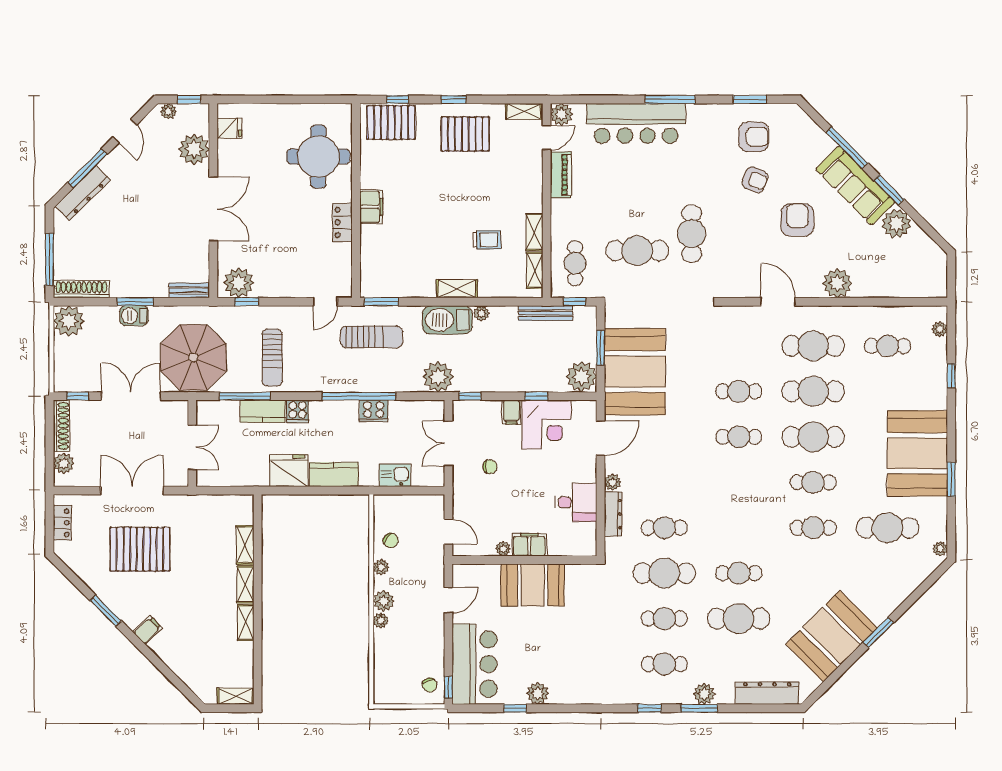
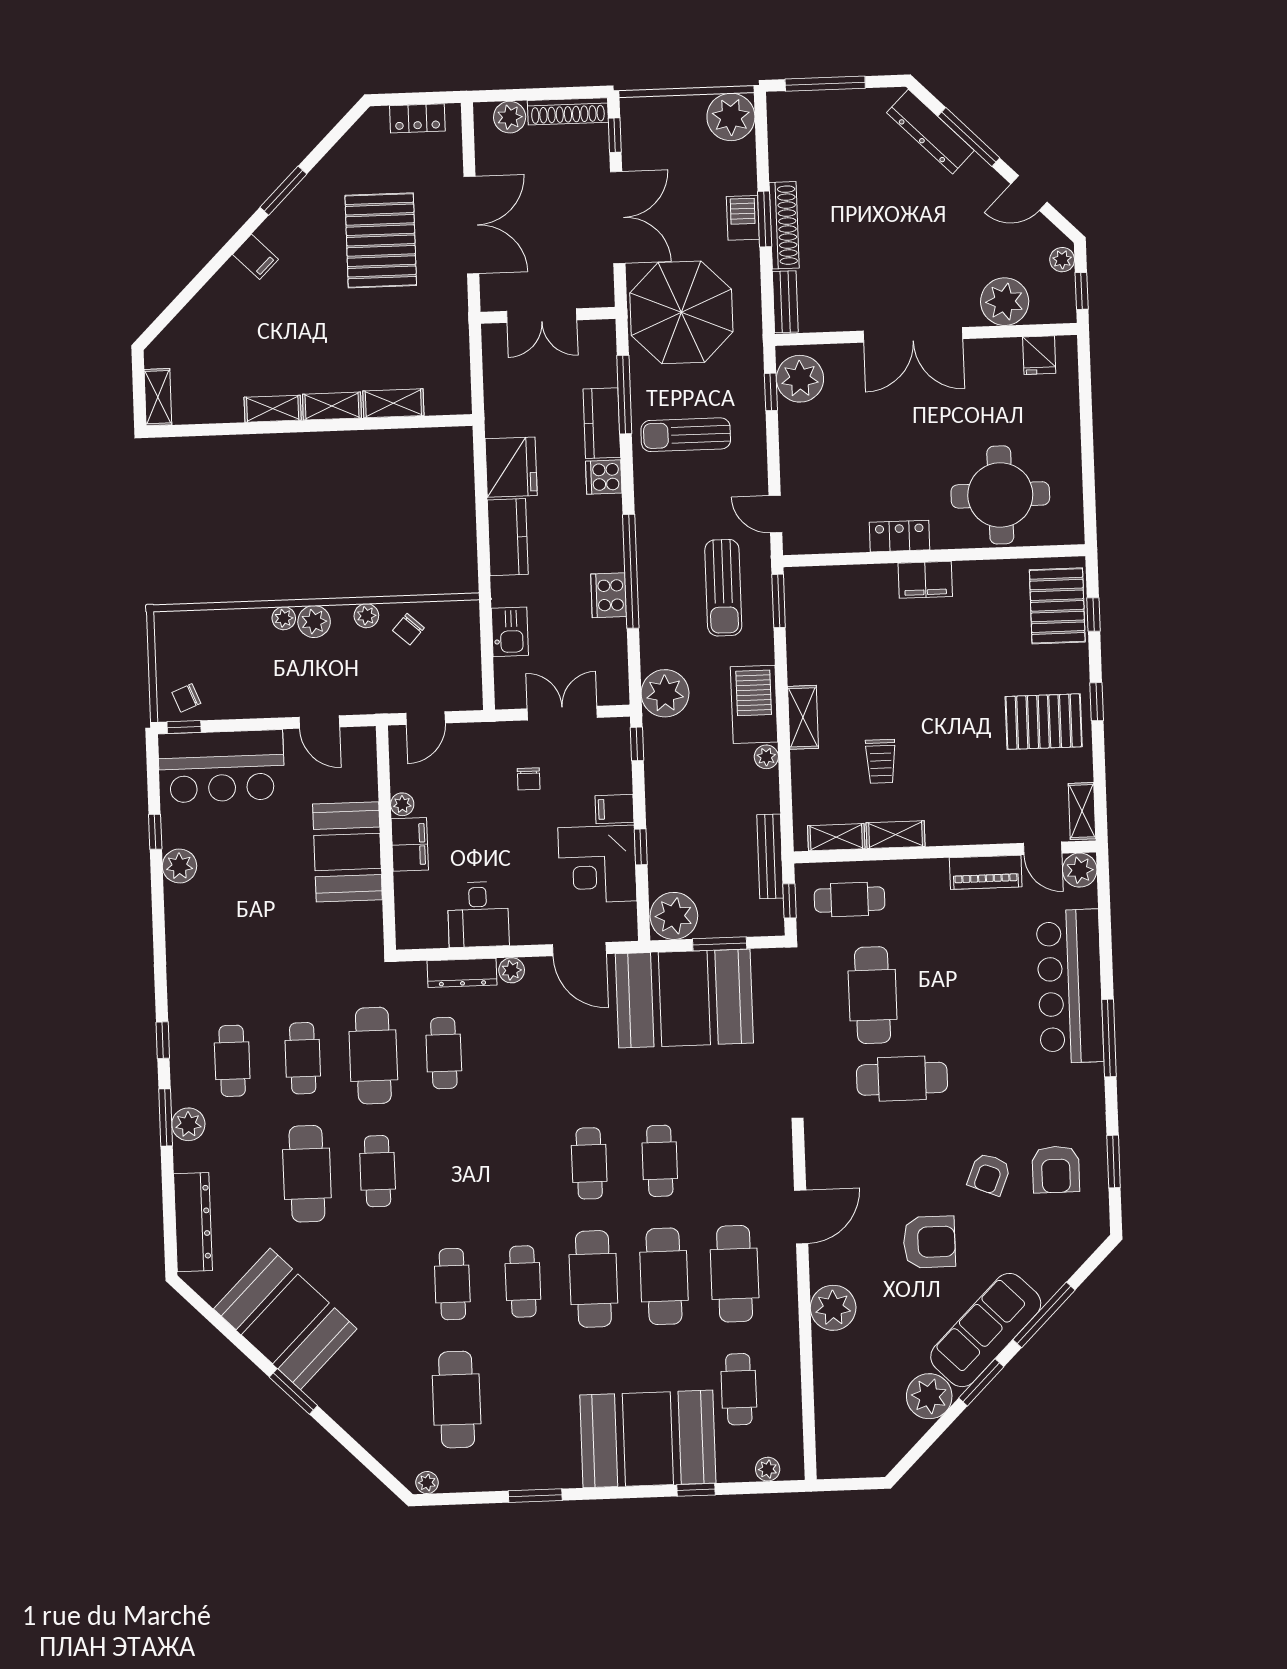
pallet: (465, 134) -> (1044, 722), turned 90
shoe rack: (81, 289) -> (784, 225), moved
booth: (917, 453) -> (648, 1439), moved

